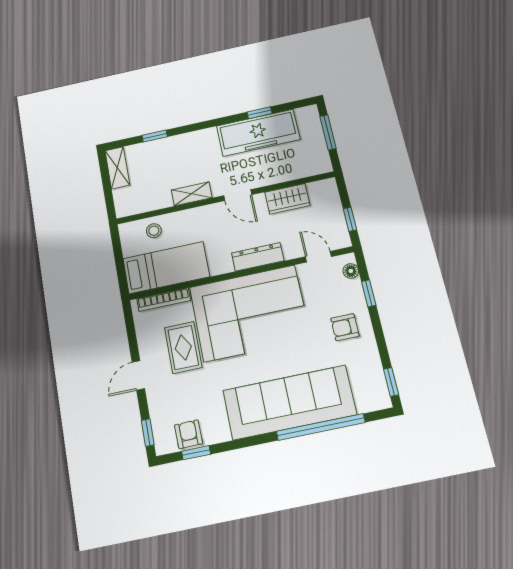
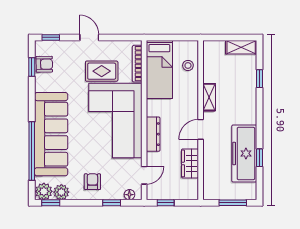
plant: (371, 370) -> (61, 192), added
plant: (377, 396) -> (44, 191), added

